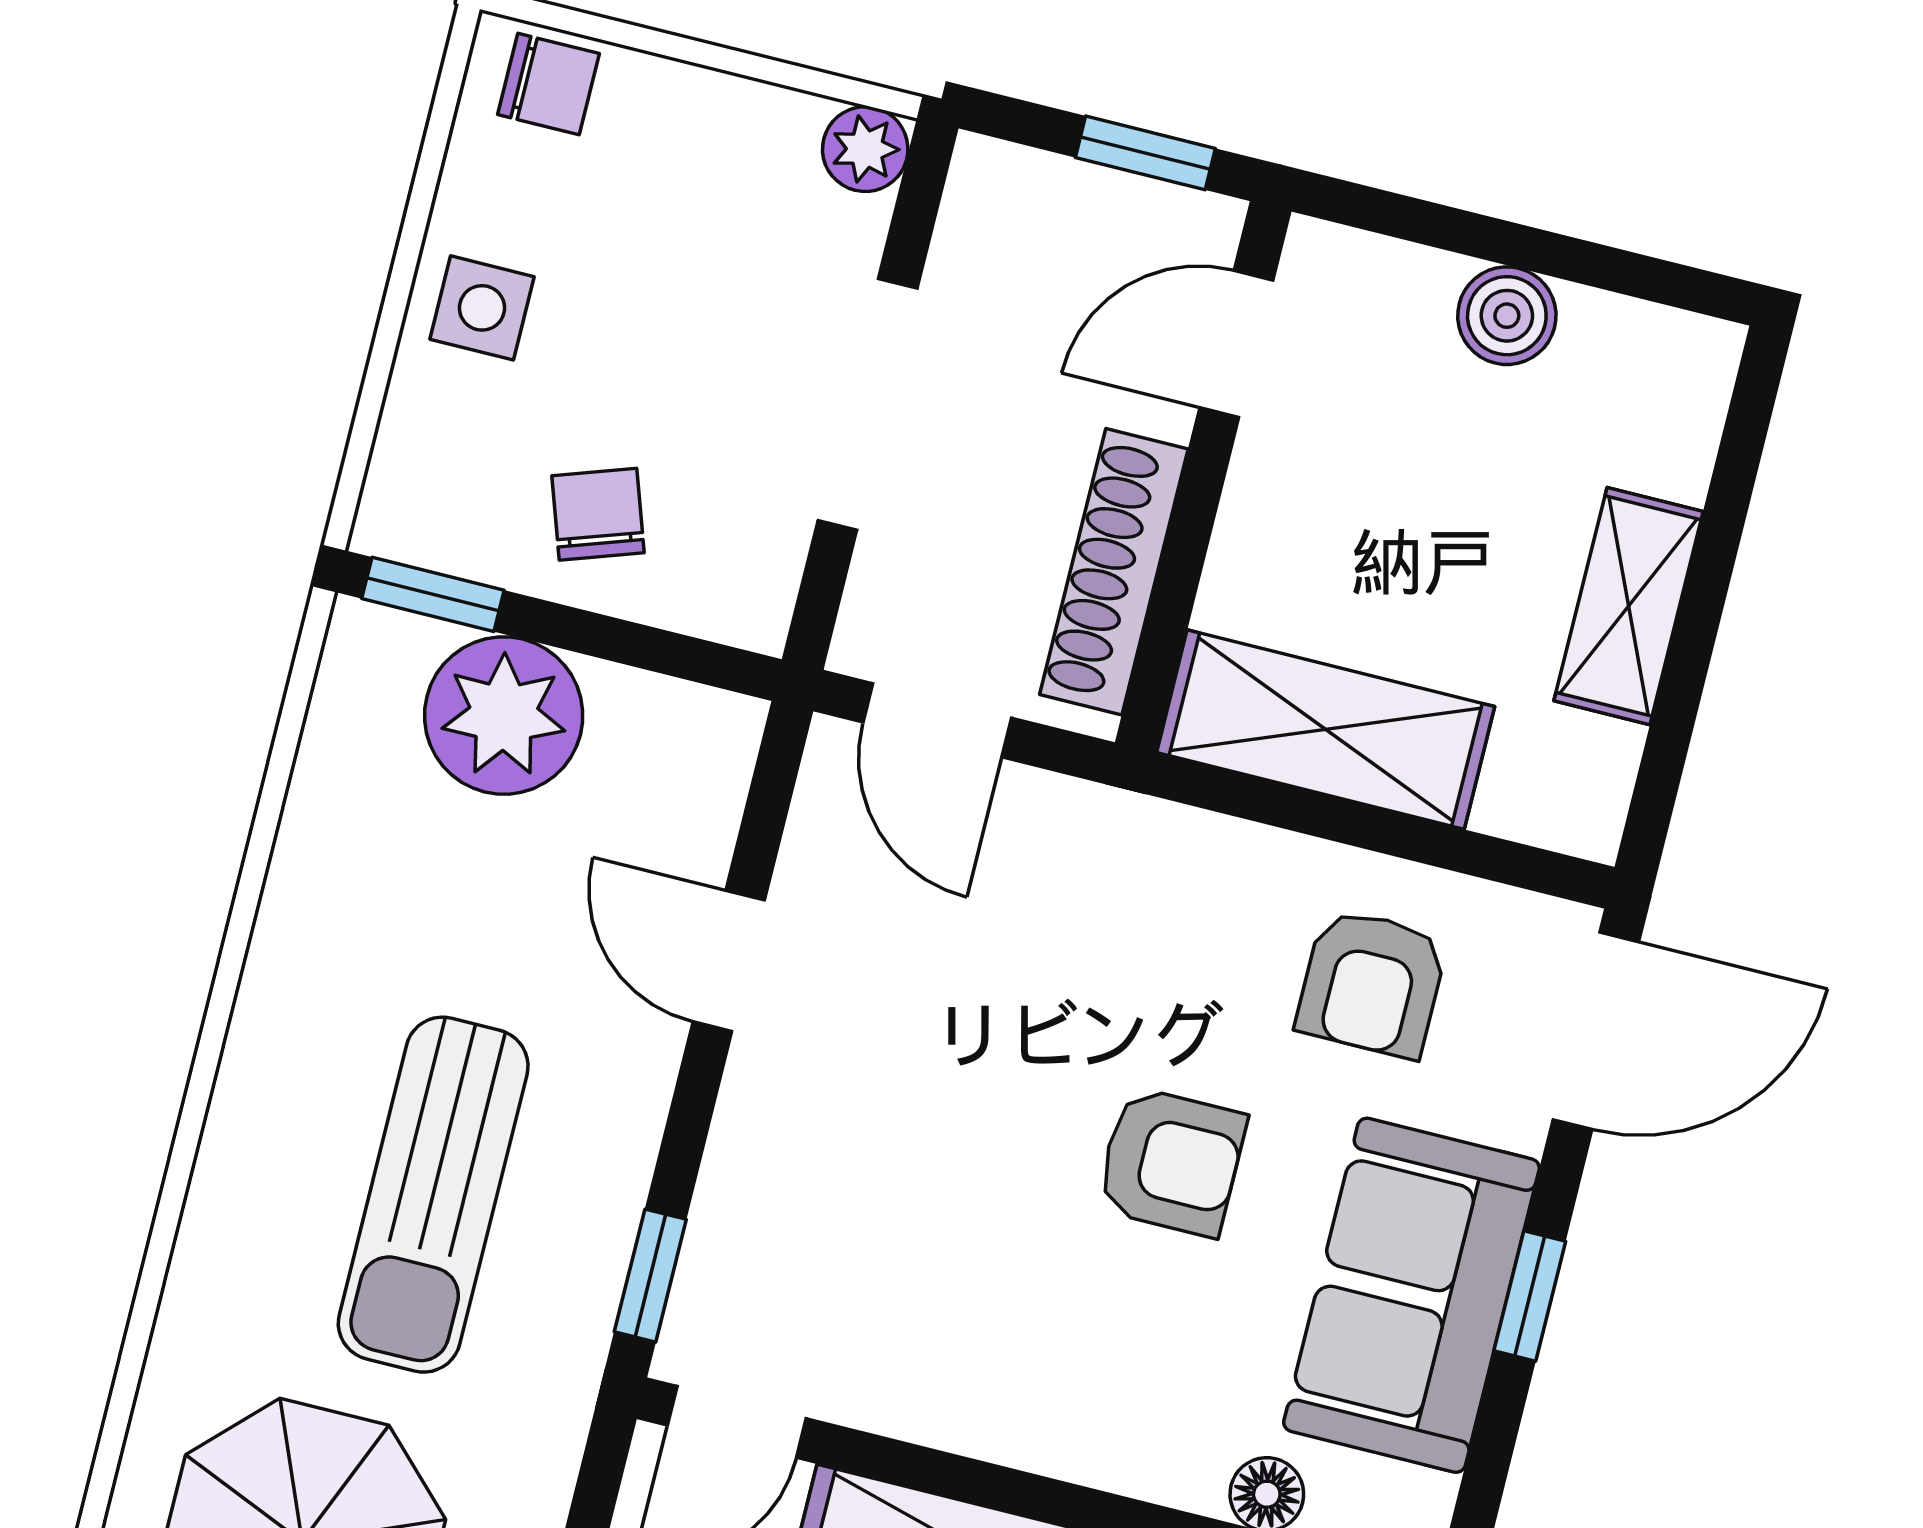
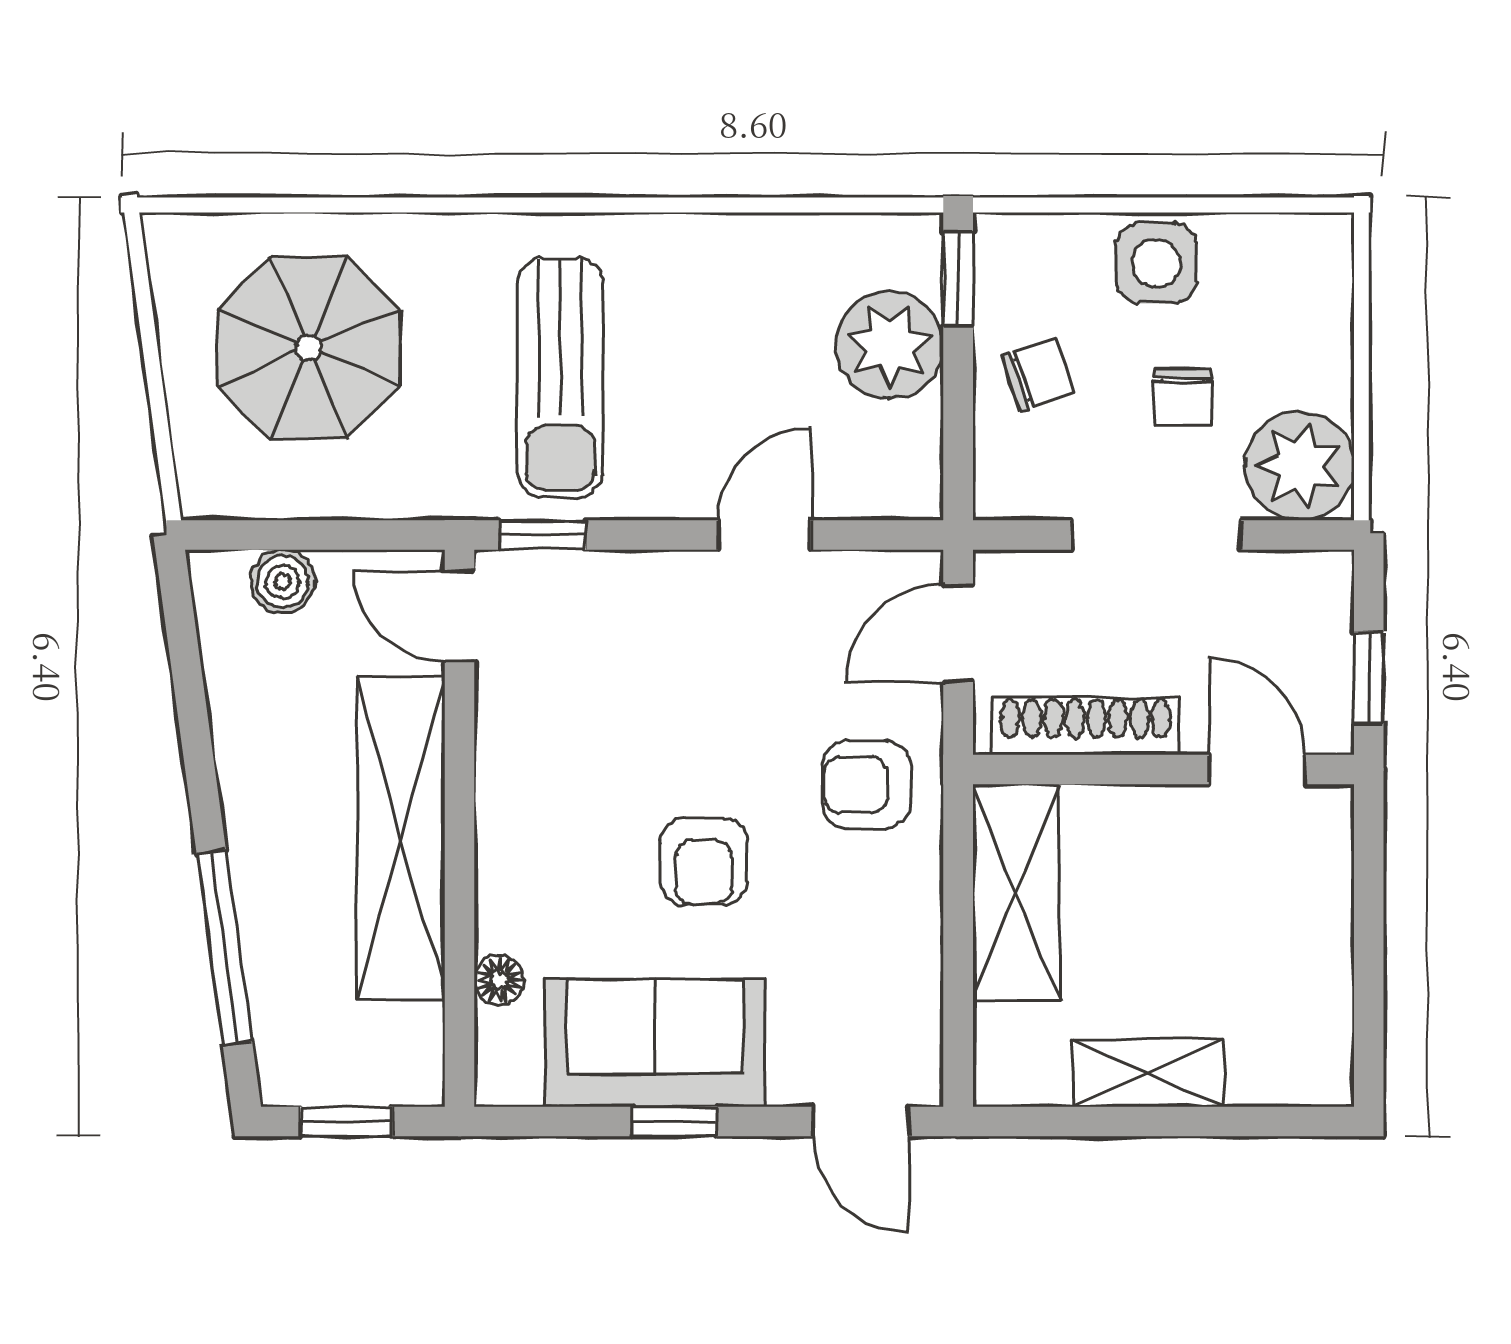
chair: (549, 84) -> (1183, 397), moved
plant: (865, 149) -> (1299, 466), width x1.88, depth x1.88
side table: (482, 308) -> (1156, 263), width x1.37, depth x1.37
boiler: (1507, 316) -> (1321, 944), removed
armchair: (1372, 983) -> (866, 785), moved
door: (1596, 1031) -> (861, 1121), width x0.73
sun lounger: (433, 1195) -> (560, 377), turned -90

